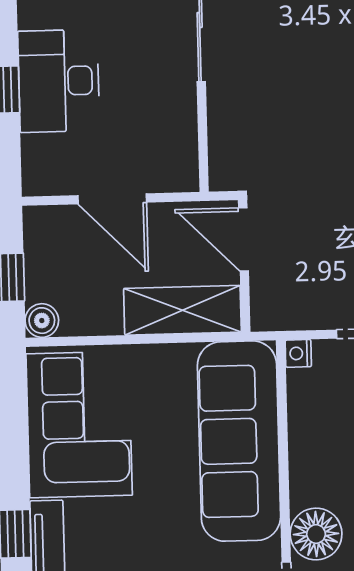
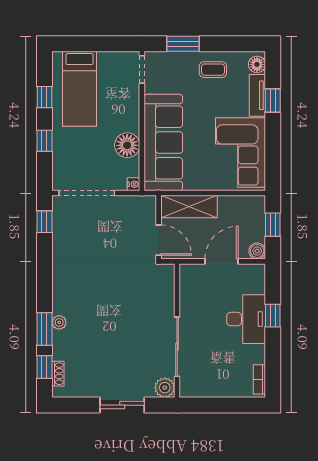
door: (112, 199) -> (222, 261), hinge flipped
boiler: (42, 321) -> (257, 251), moved
floor lamp: (316, 534) -> (127, 145), moved

